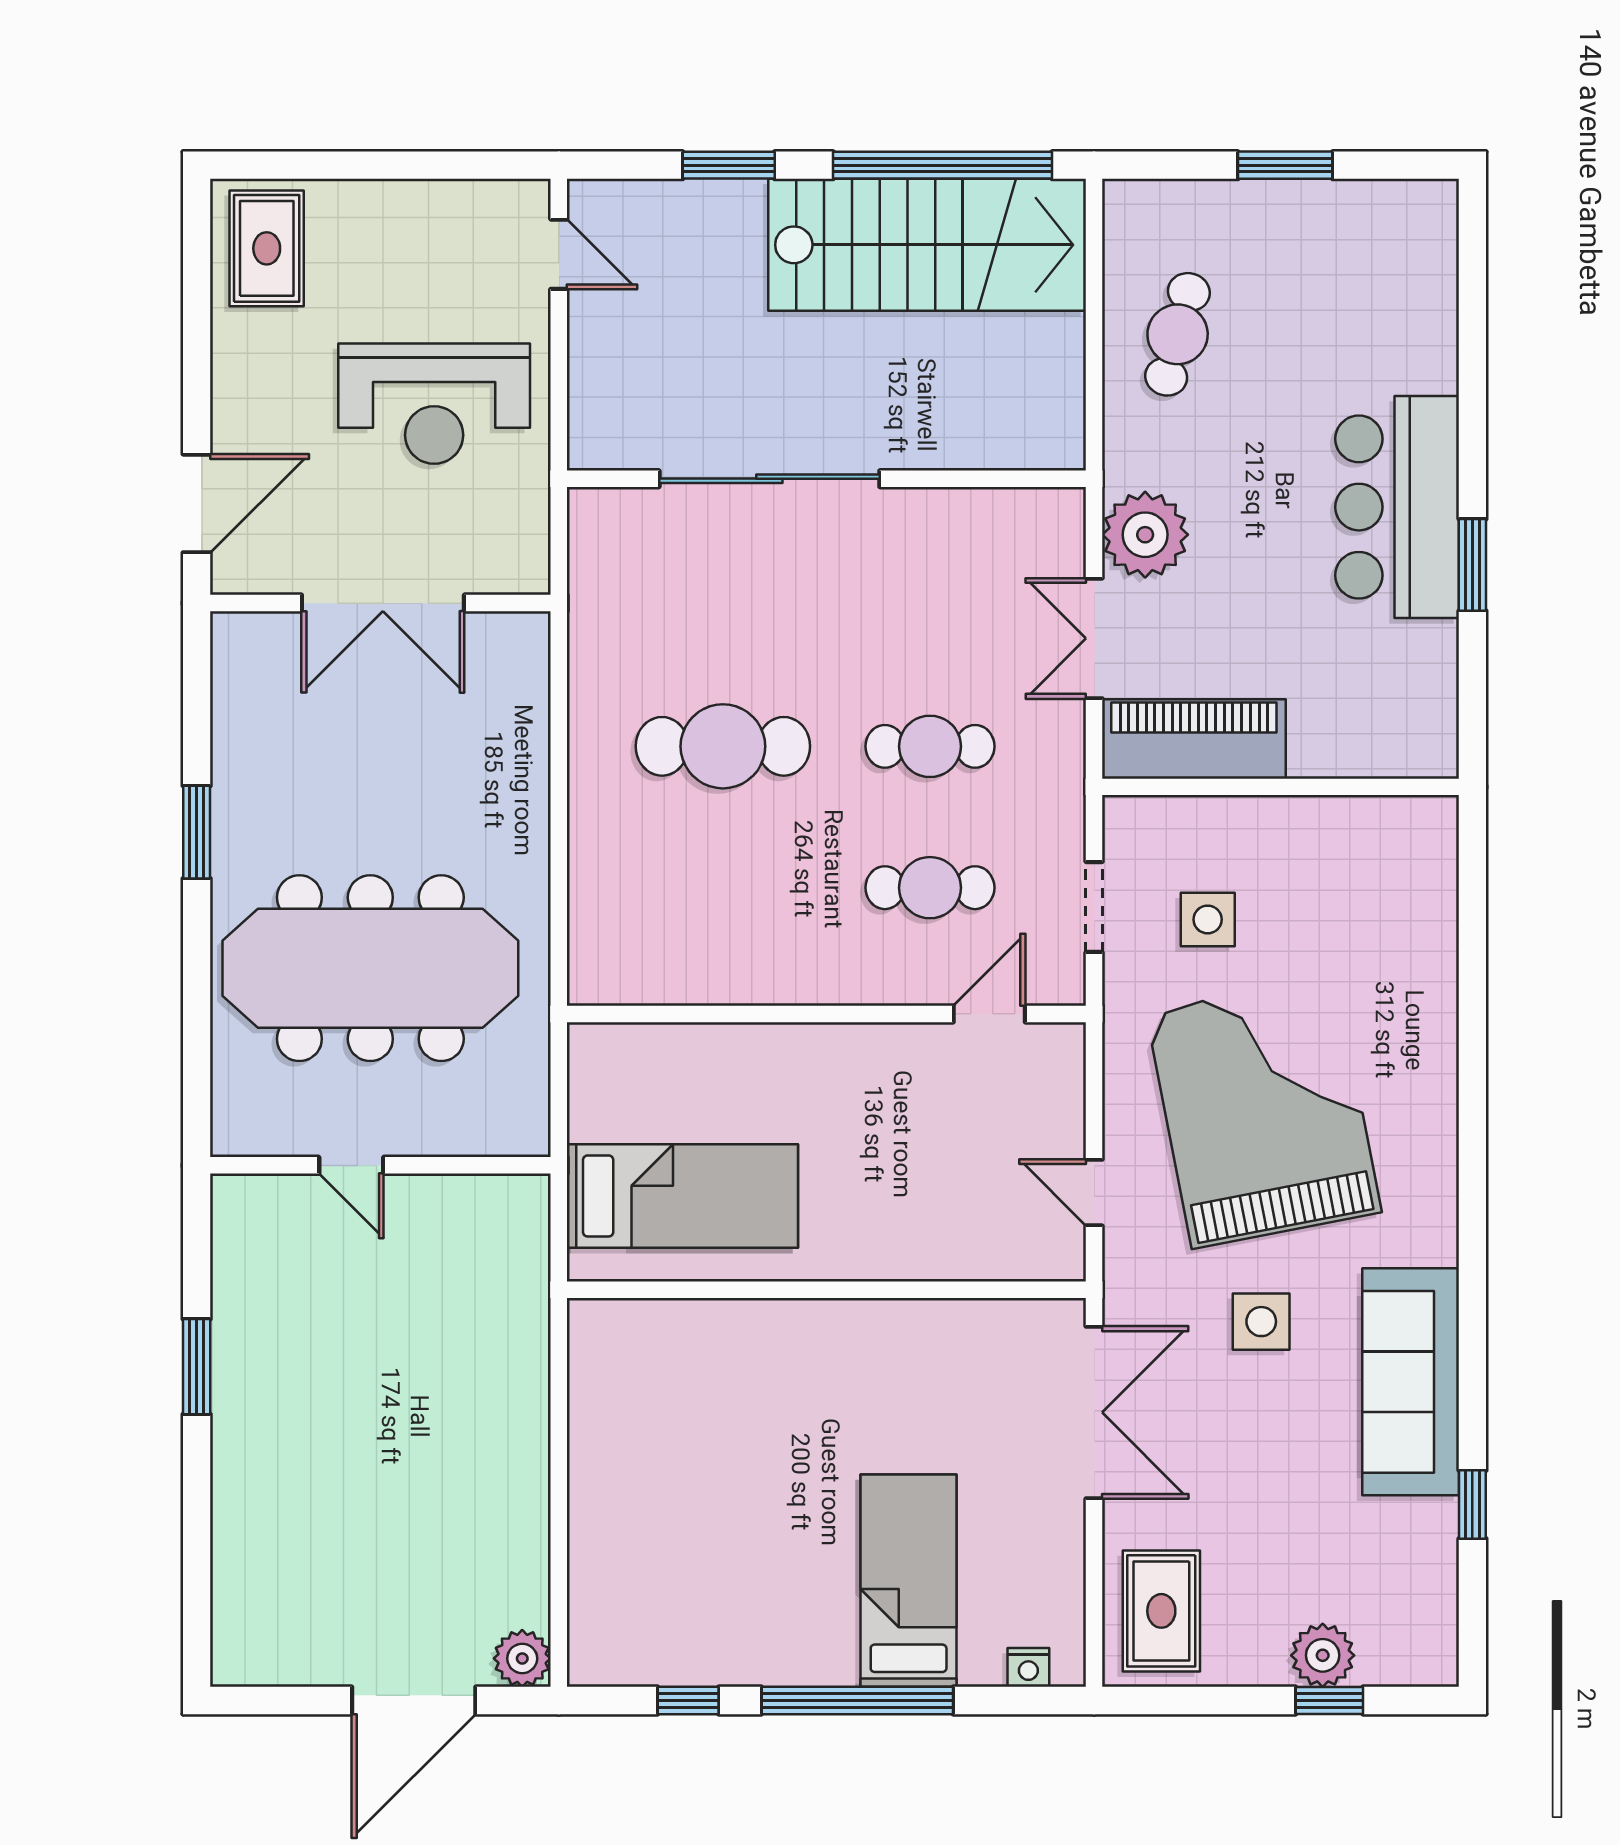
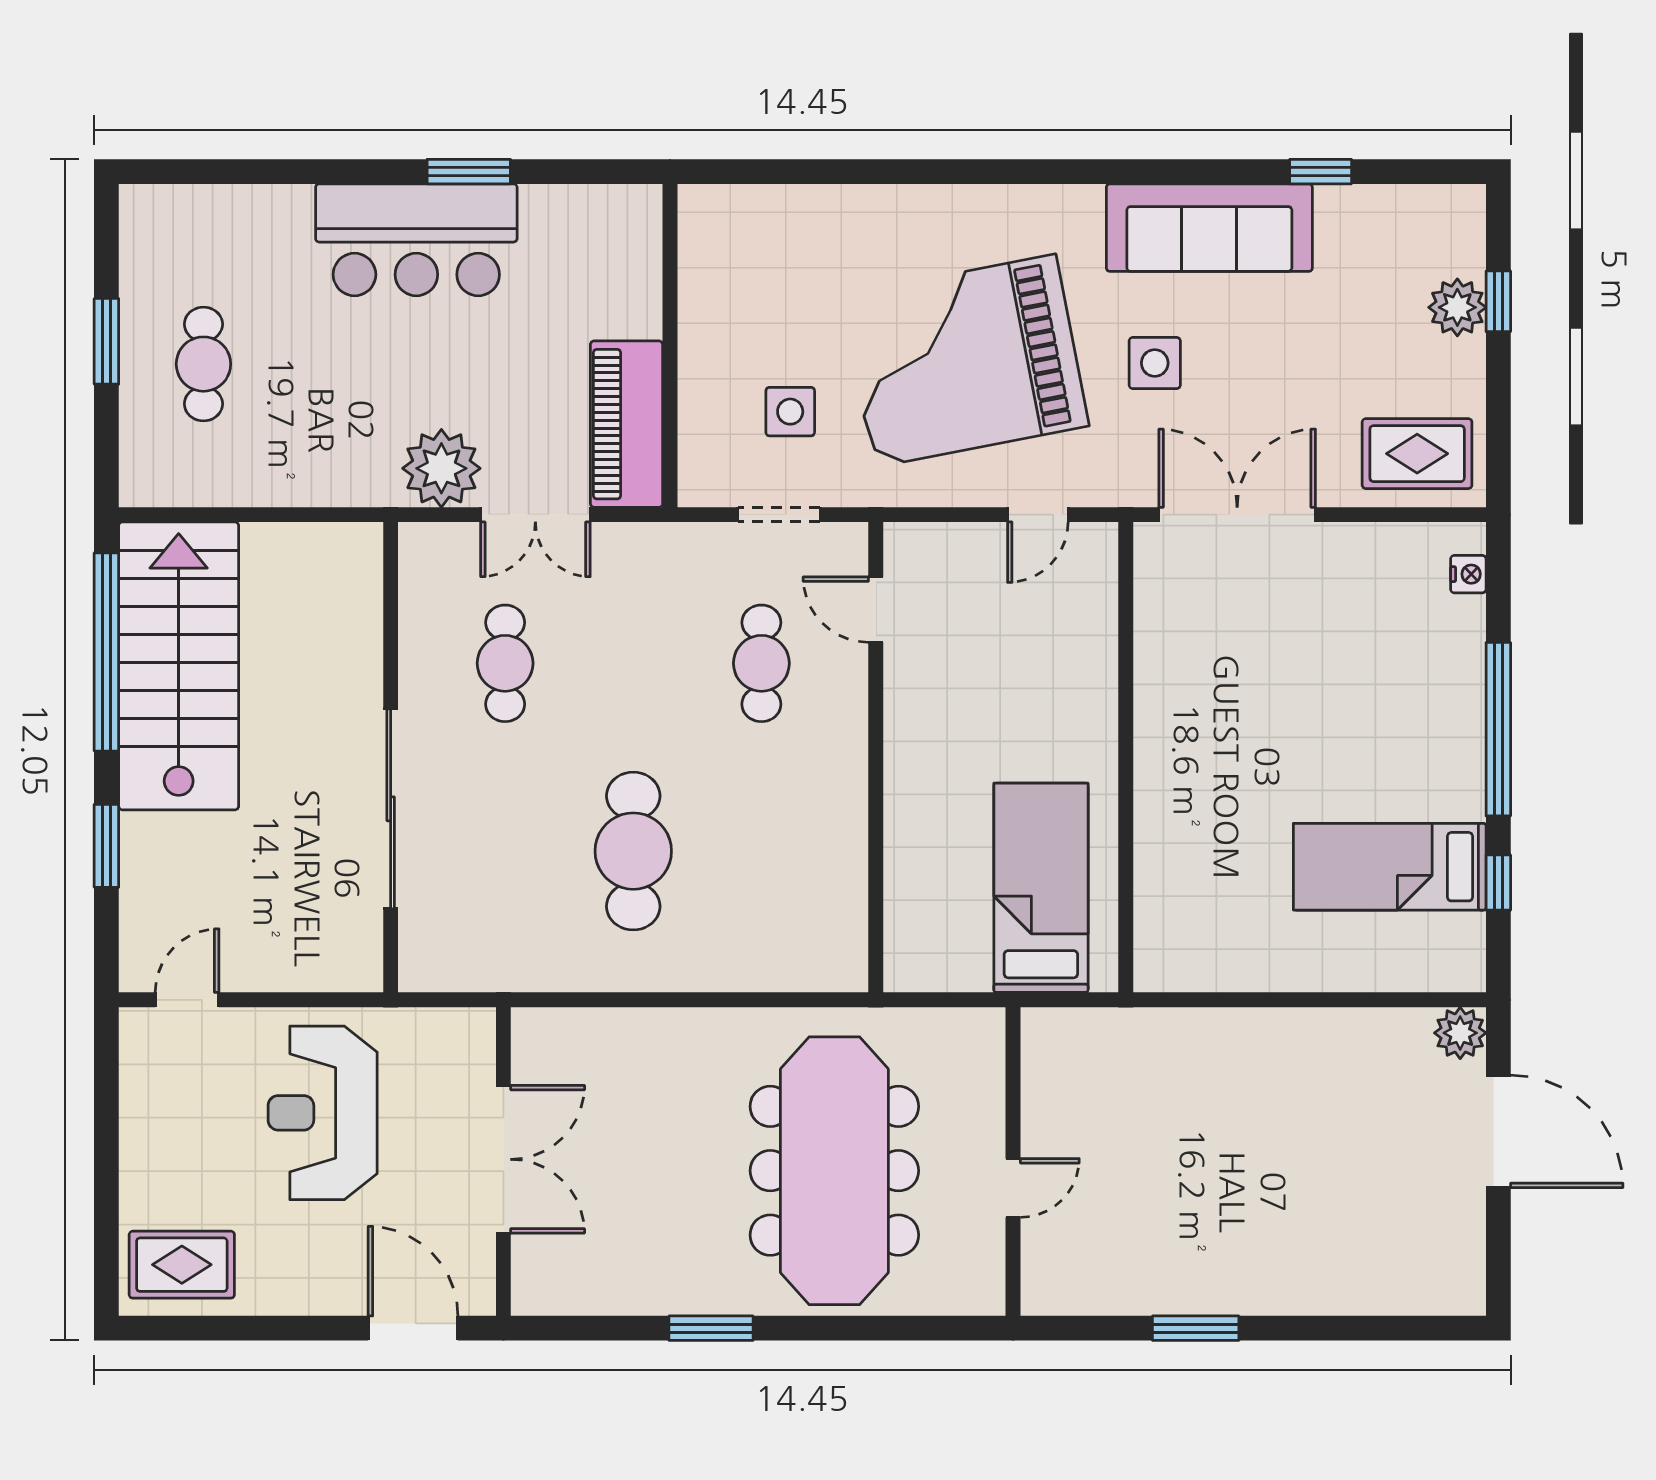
cafe table: (1178, 334) -> (203, 364), moved, turned 75
reception desk: (434, 404) -> (323, 1113), turned 180
cafe table: (930, 746) -> (505, 663), moved
bed: (909, 1581) -> (1390, 867), moved

